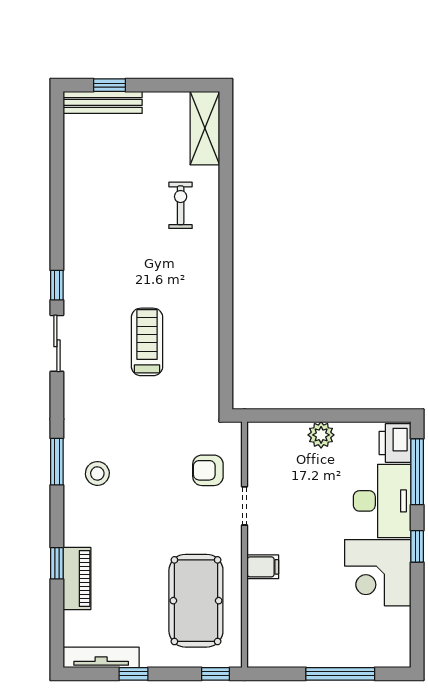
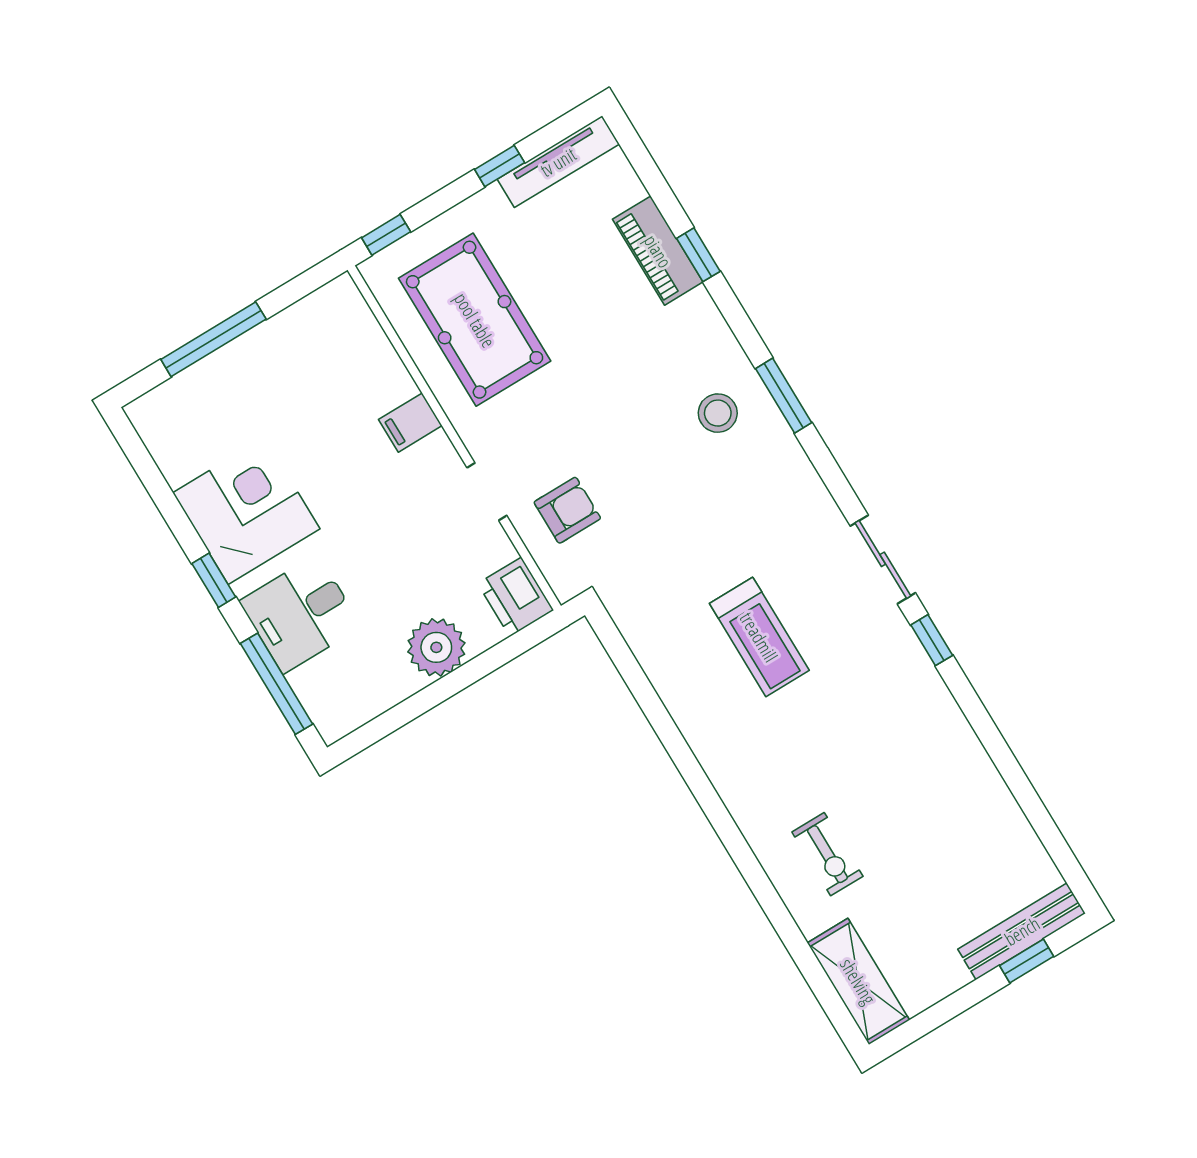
plant: (321, 435) -> (436, 647), width x1.36, depth x1.36
printer: (395, 443) -> (516, 597), moved, turned 180
desk: (382, 501) -> (300, 614), width x0.73

